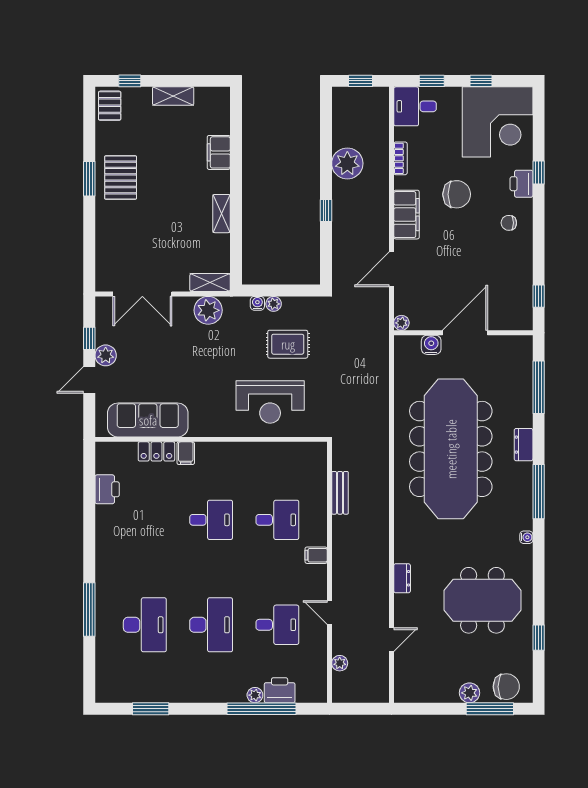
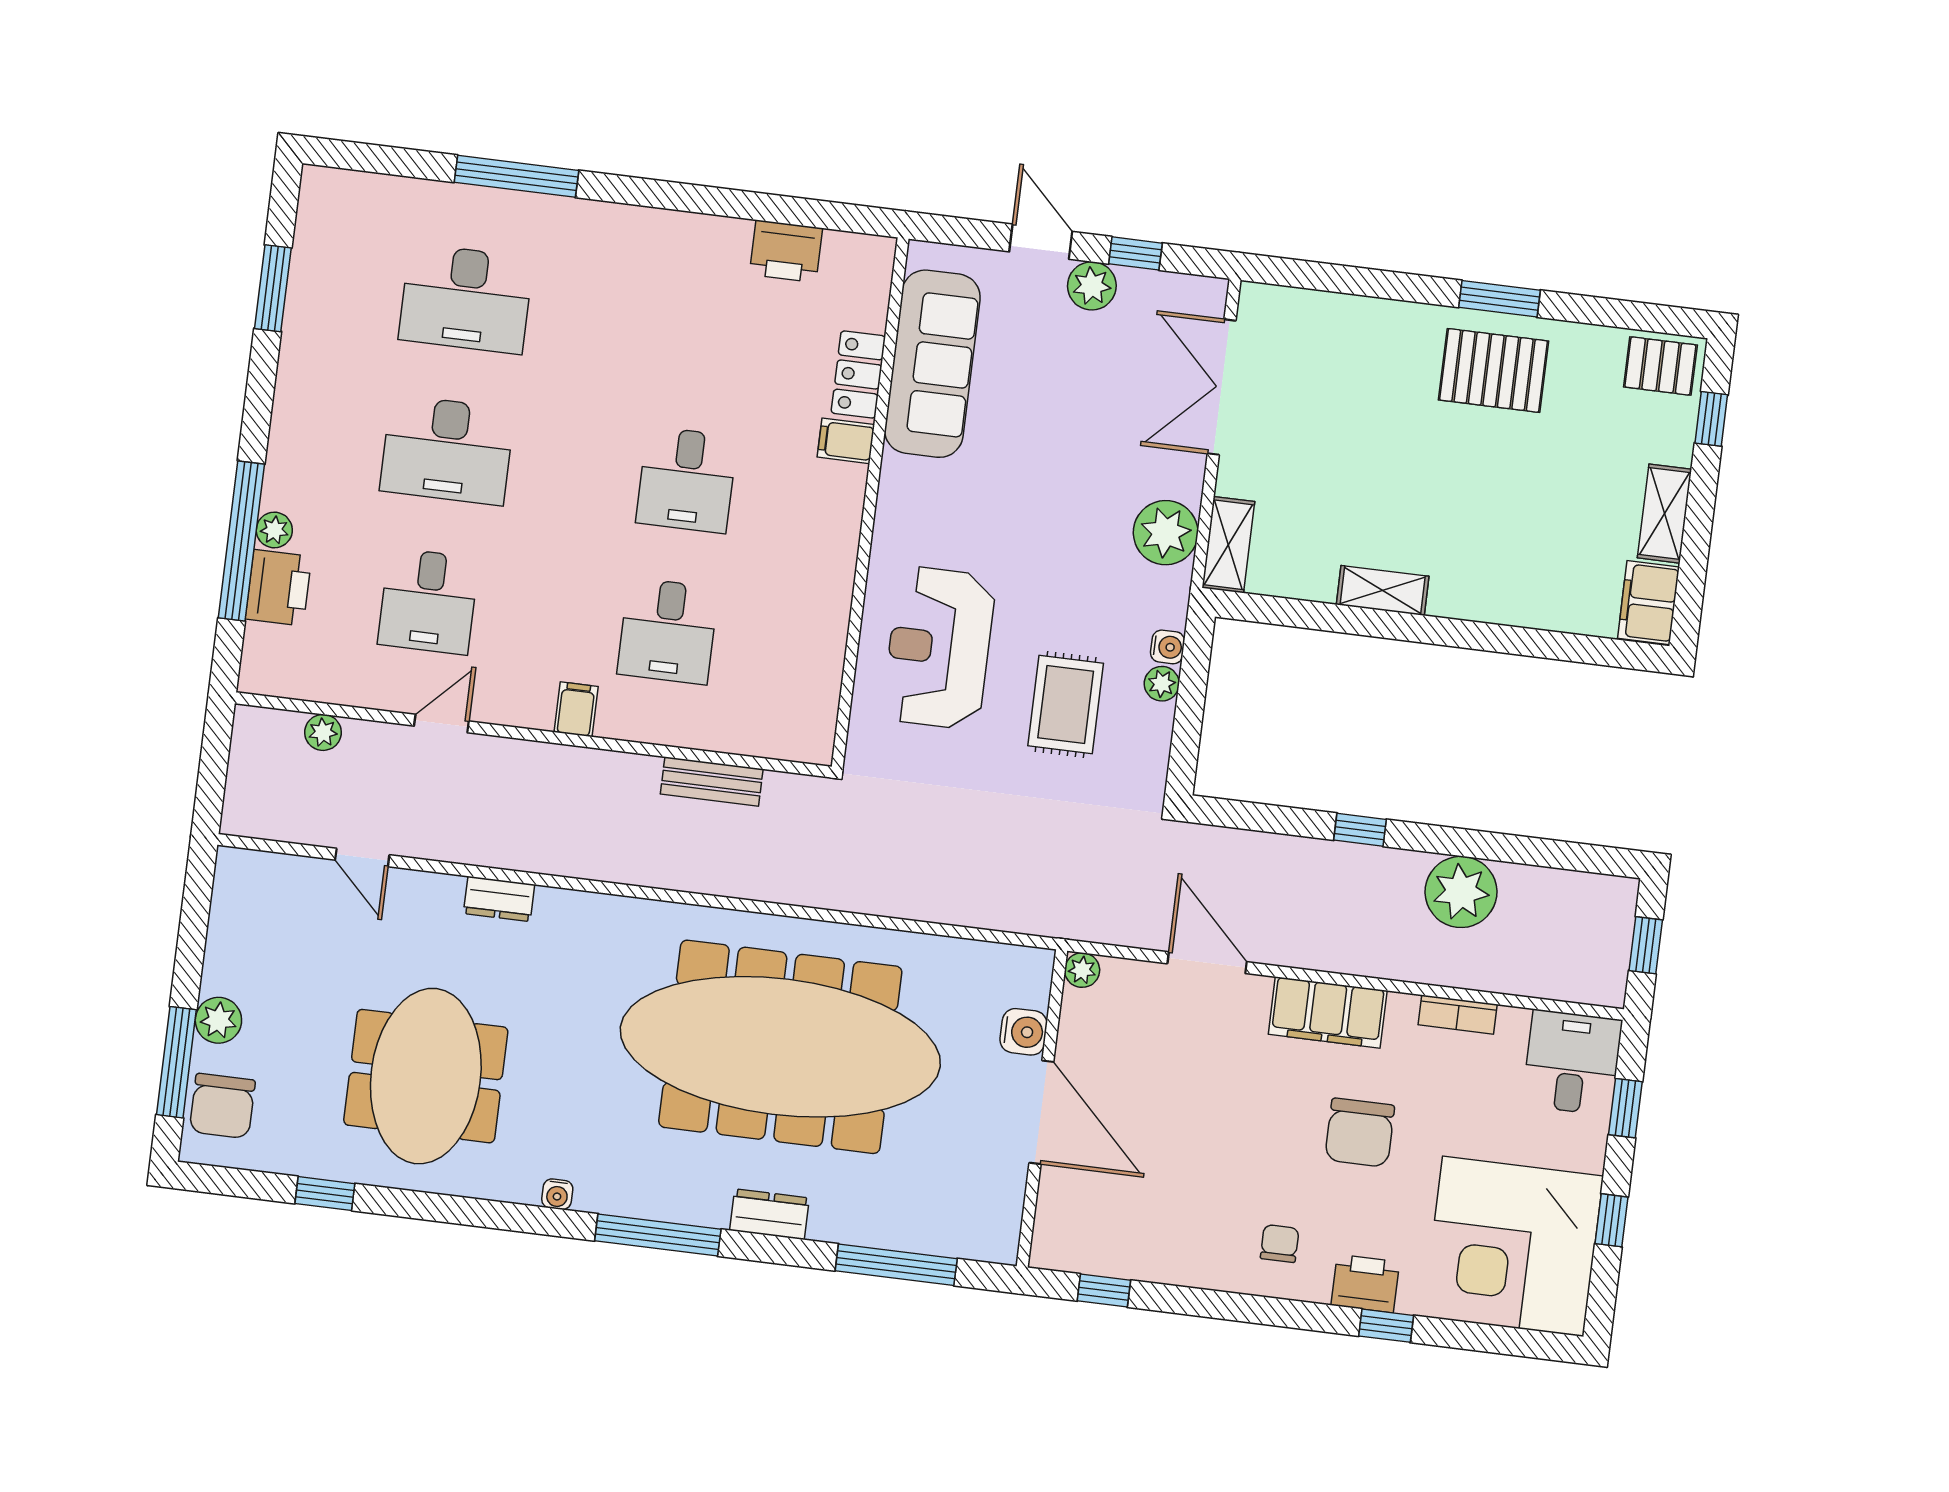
filing cabinet: (219, 152) -> (1648, 603), moved, turned -90

